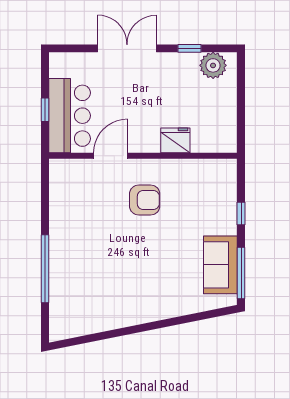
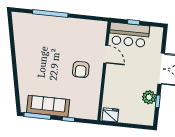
plant: (213, 65) -> (149, 97), moved
fridge: (175, 140) -> (110, 115), moved, turned -90
sofa: (220, 265) -> (48, 106), width x1.36

